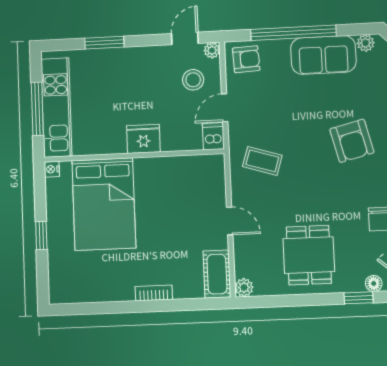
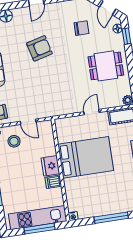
dishwasher: (213, 136) -> (53, 182), moved
coffee table: (262, 161) -> (56, 97), removed
bed: (104, 204) -> (86, 157), moved
window: (41, 235) -> (111, 218), width x2.17

